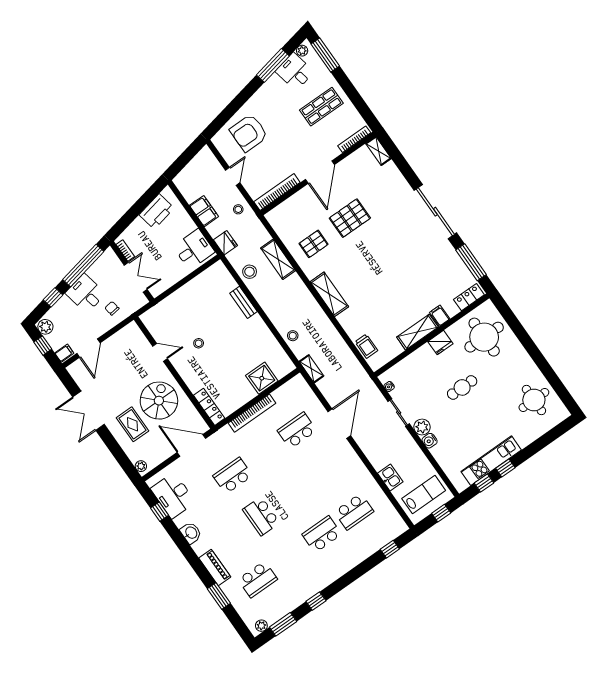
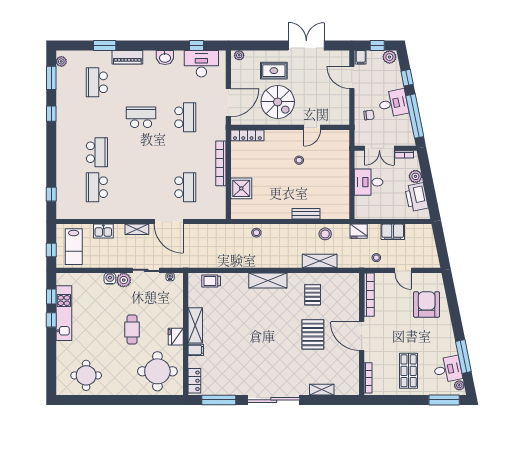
shelving: (378, 151) -> (322, 390), moved
plant: (138, 226) -> (415, 176), added
desk: (194, 249) -> (369, 182), moved, turned 90
shelving: (311, 369) -> (137, 229), moved

